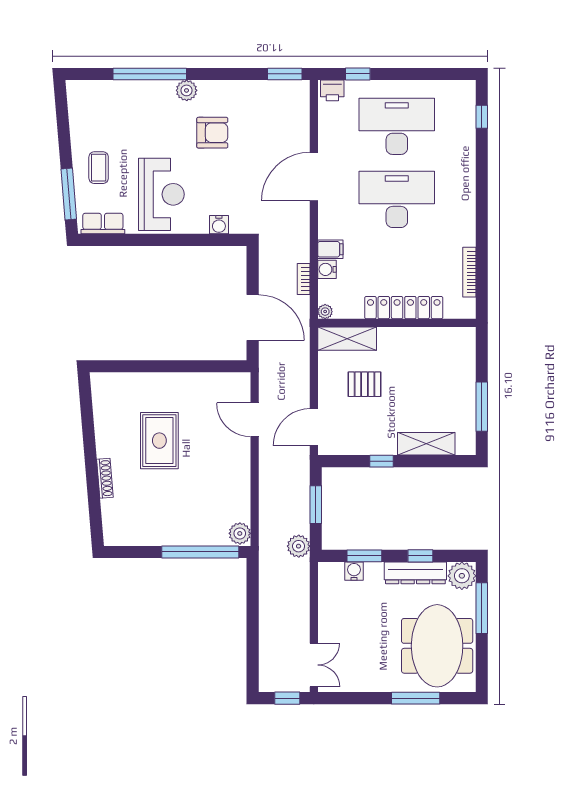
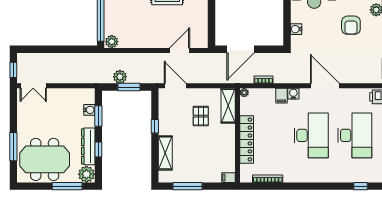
water cooler: (327, 269) -> (293, 94), moved
filing cabinet: (467, 338) -> (228, 178), added
plant: (299, 546) -> (120, 77), moved

